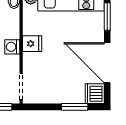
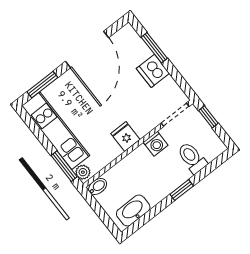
washing machine: (12, 47) -> (156, 144), moved
dishwasher: (95, 94) -> (153, 71), moved, turned 90

